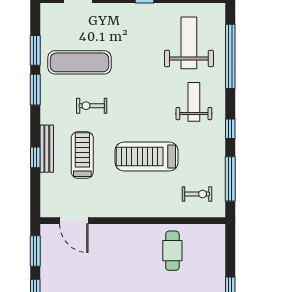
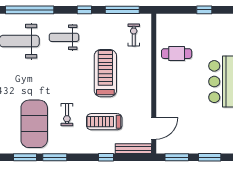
exercise mat: (80, 62) -> (34, 124), width x1.47
bench: (47, 149) -> (133, 149), moved
treadmill: (147, 156) -> (105, 73), turned 180

